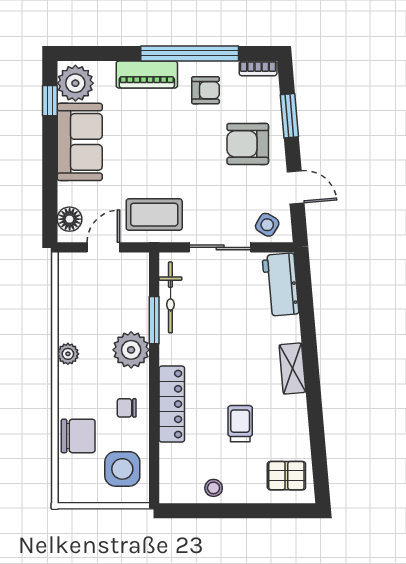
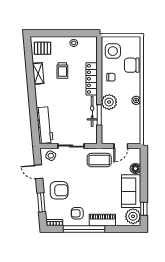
floor lamp: (70, 219) -> (135, 168), moved
workbench: (281, 285) -> (45, 125), width x1.38
bicycle: (170, 297) -> (92, 111), moved
shelving: (292, 369) -> (38, 73), moved

